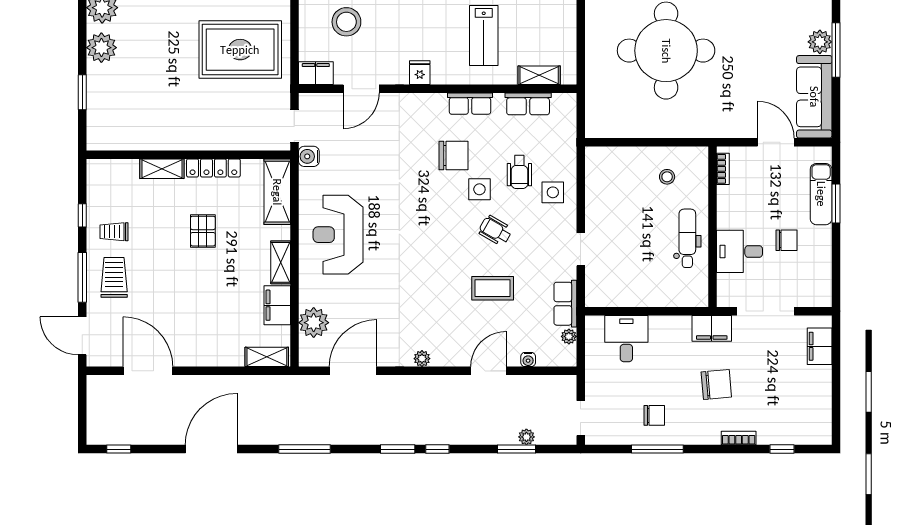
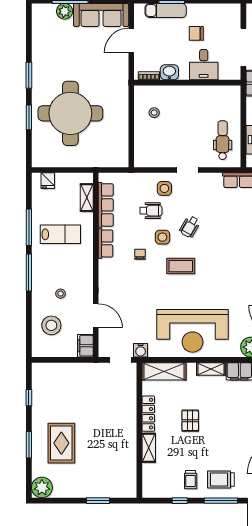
stool: (394, 36) -> (61, 294), added
plant: (101, 48) -> (68, 488), removed
rug: (240, 50) -> (61, 443), moved, width x0.73, depth x0.69
fridge: (420, 73) -> (48, 181), moved, turned -90
row of seats: (528, 104) -> (106, 205), width x1.48
chair: (454, 155) -> (140, 254), width x0.54, depth x0.54
washbasin: (728, 200) -> (169, 72), added
pallet: (203, 231) -> (190, 421), turned 90
reception desk: (338, 235) -> (193, 331), width x1.36, depth x1.30
dental chair: (687, 238) -> (223, 140), moved, turned 90
chair: (787, 240) -> (196, 33), turned -90
doorway: (581, 249) -> (187, 170), moved
coffee table: (493, 288) -> (181, 266), moved, turned 90

